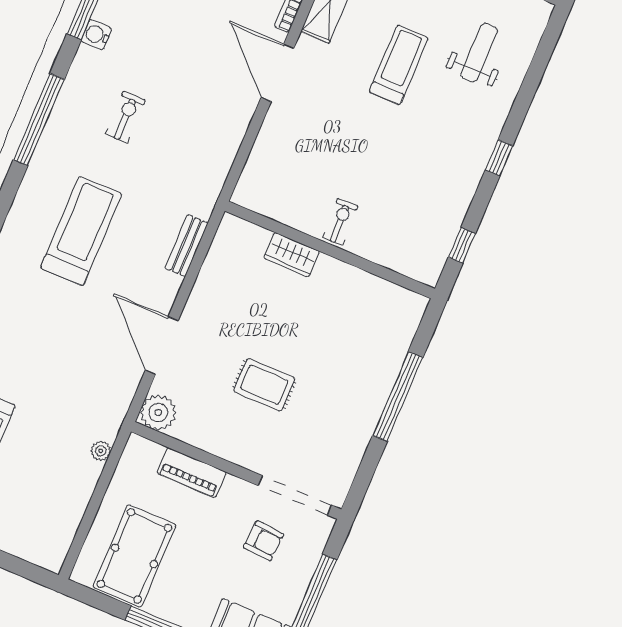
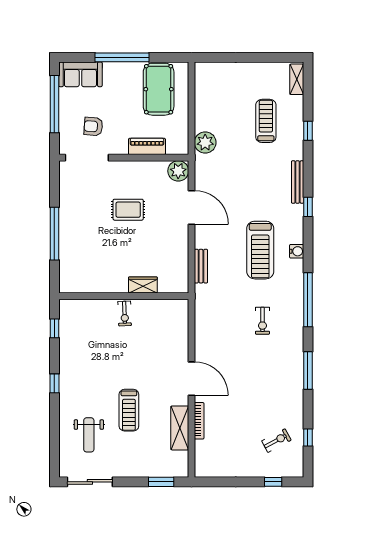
water cooler: (96, 35) -> (297, 251), moved
plant: (101, 451) -> (205, 143), width x1.87, depth x1.87

